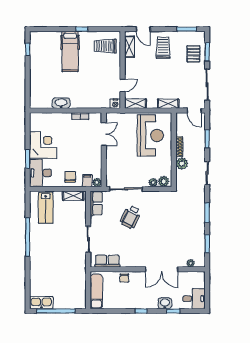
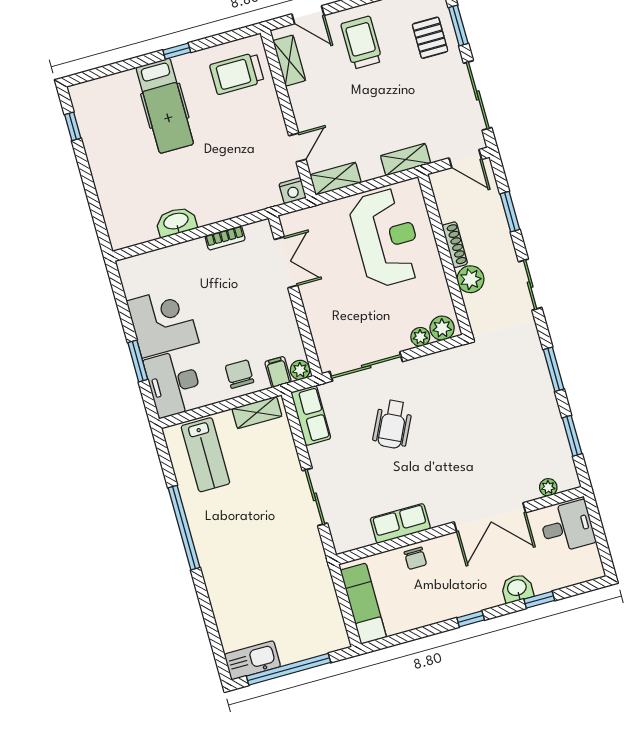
row of seats: (107, 261) -> (400, 523), moved
desk: (194, 299) -> (567, 527), moved

